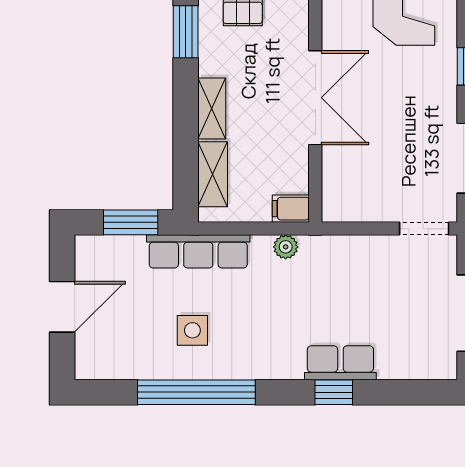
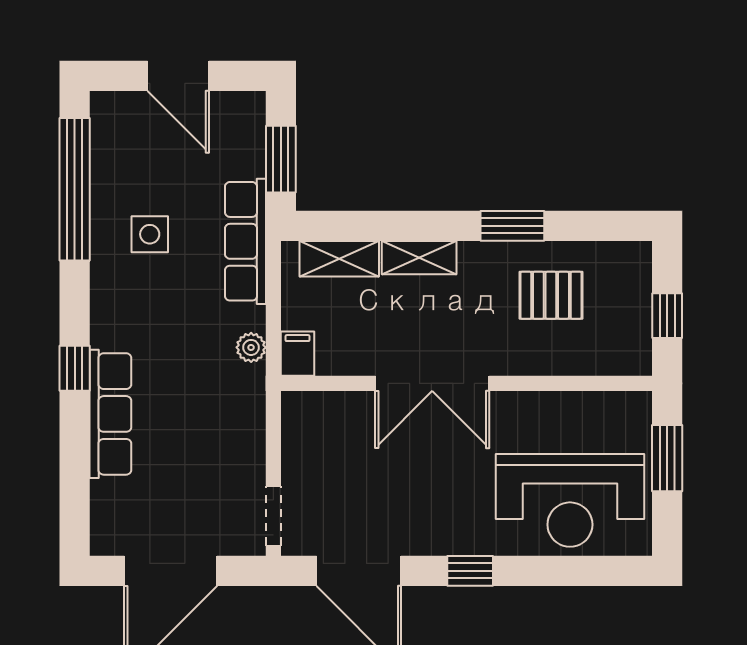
row of seats: (340, 363) -> (110, 414), width x1.48
window: (196, 392) -> (75, 189), moved
window: (334, 392) -> (75, 368), moved

